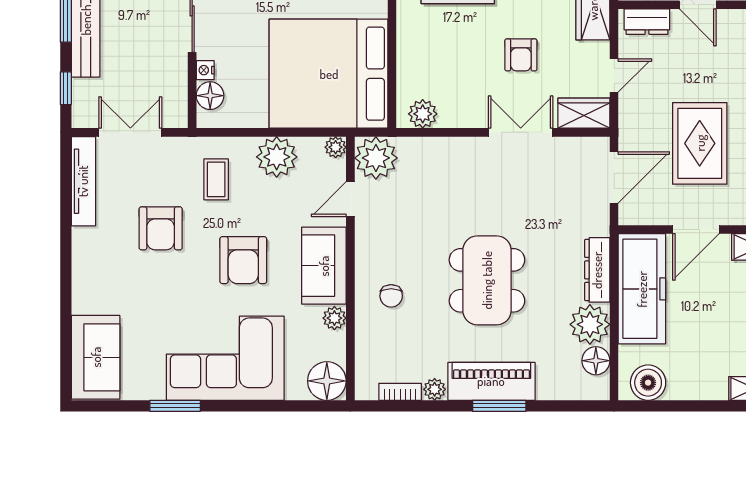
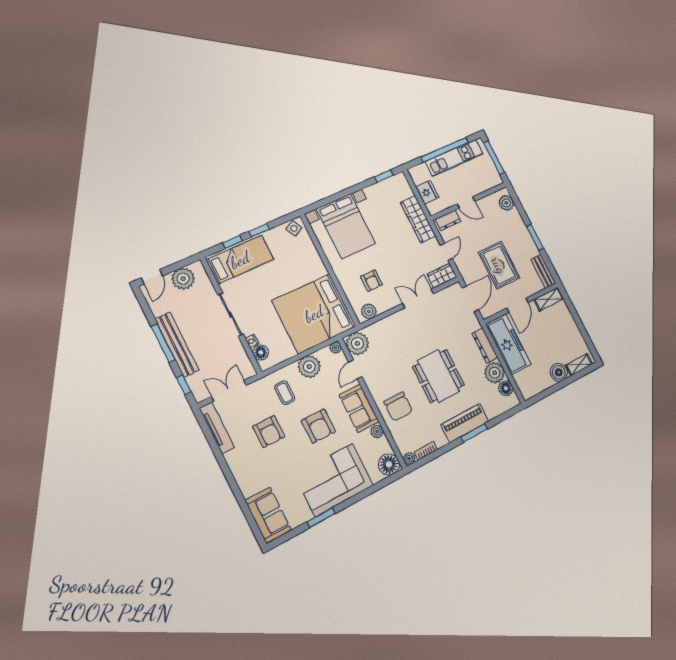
armchair: (521, 55) -> (372, 281), moved
chair: (391, 296) -> (398, 407), width x1.87, depth x1.87
boiler: (648, 383) -> (559, 372), moved
plant: (435, 389) -> (409, 458), moved

